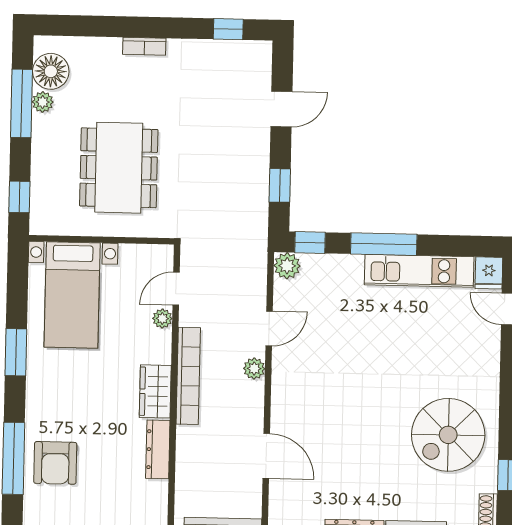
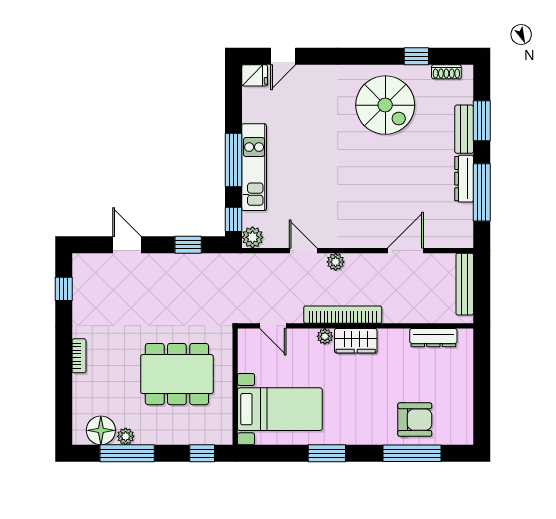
kitchen unit: (419, 271) -> (254, 167), moved
plant: (162, 318) -> (325, 336), moved
dresser: (158, 449) -> (433, 338), moved

